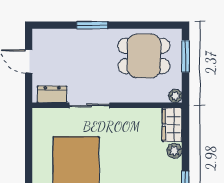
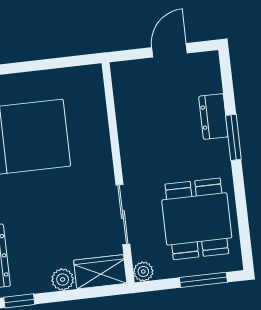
dresser: (52, 94) -> (213, 117), moved, turned 180
sliding door: (89, 105) -> (123, 214), moved

